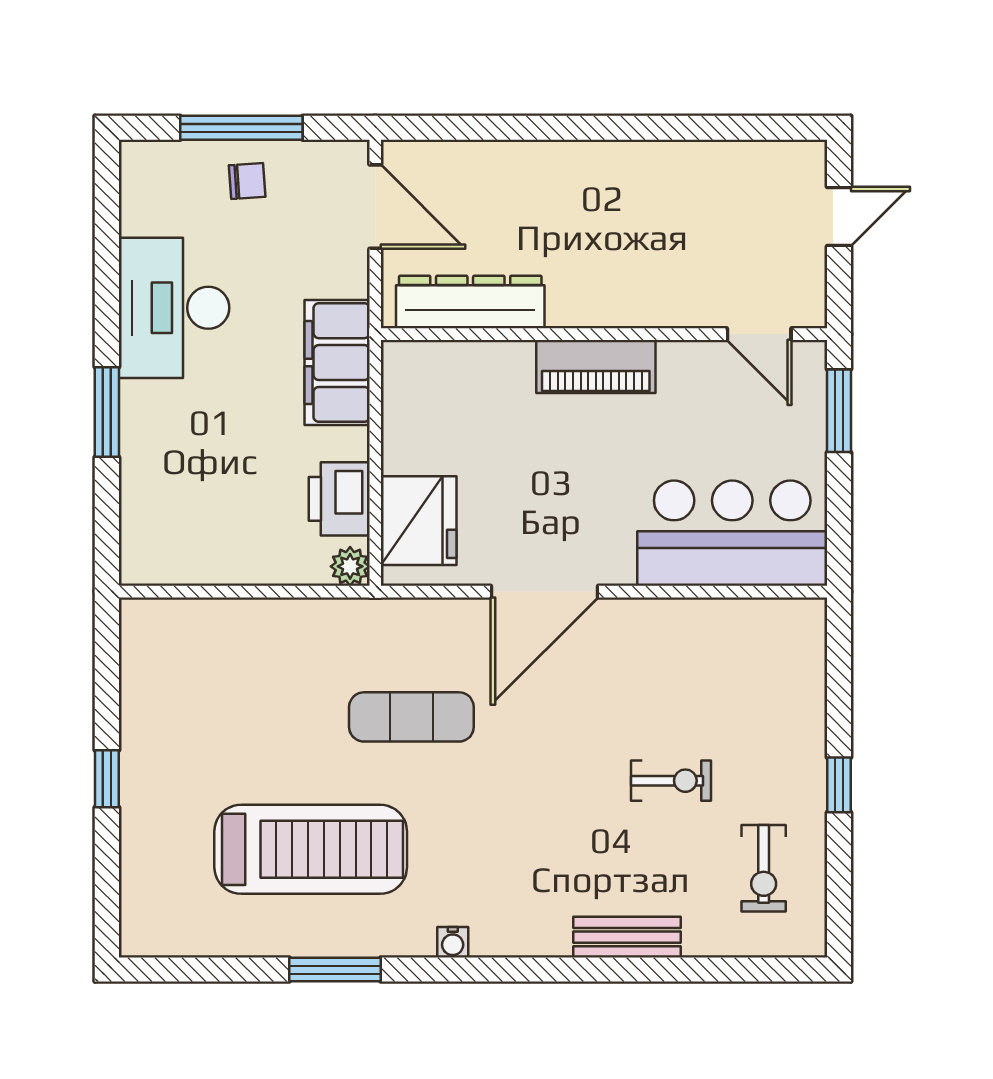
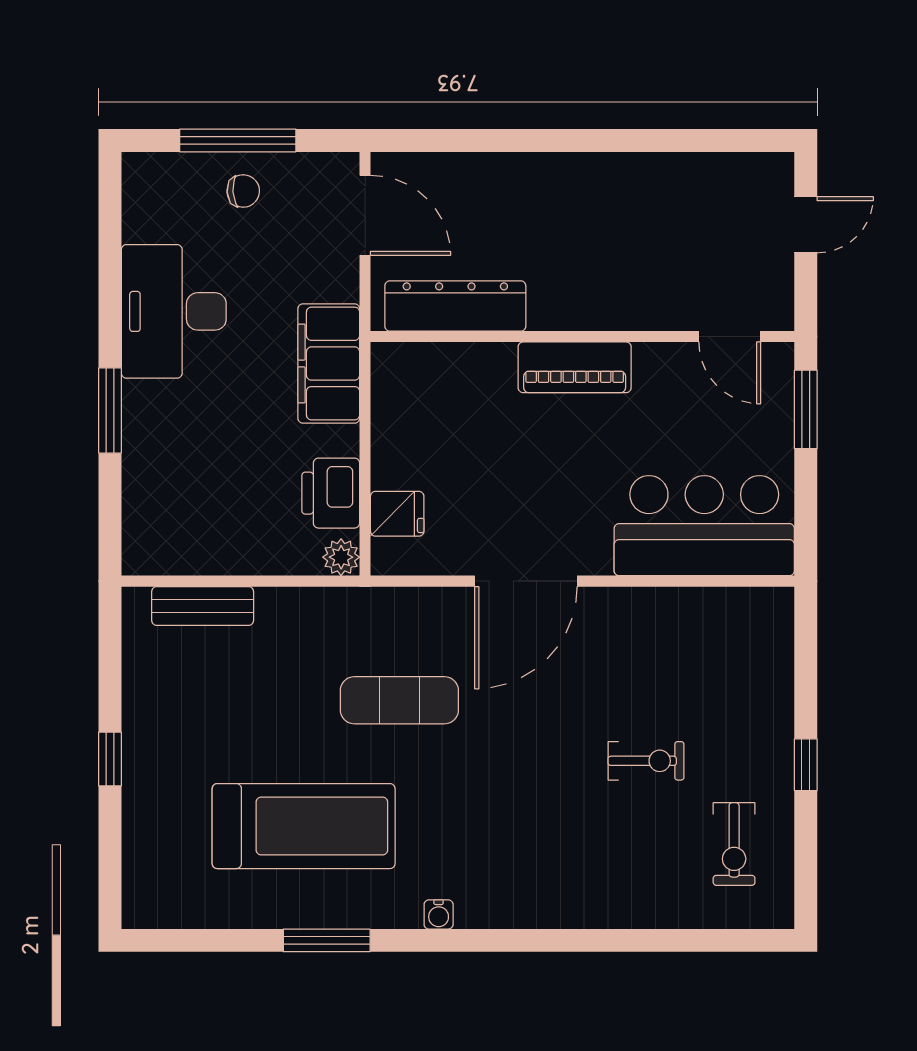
fridge: (419, 521) -> (397, 514), width x0.53, depth x0.75
bench: (627, 937) -> (203, 606), moved

